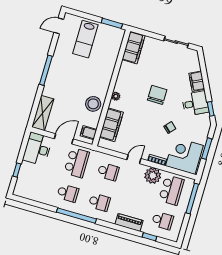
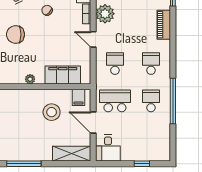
stool: (93, 104) -> (52, 112), moved
desk: (37, 149) -> (108, 148), width x0.73
window: (76, 216) -> (173, 101), moved

